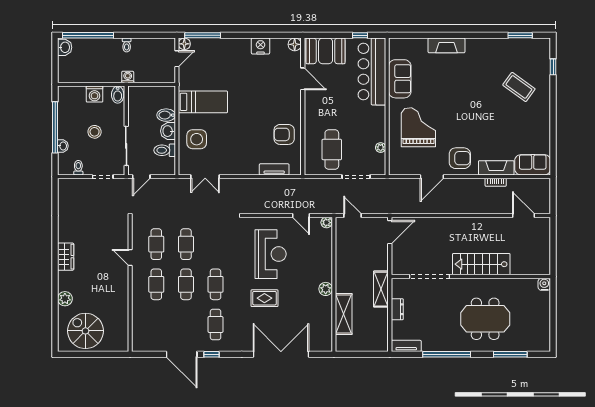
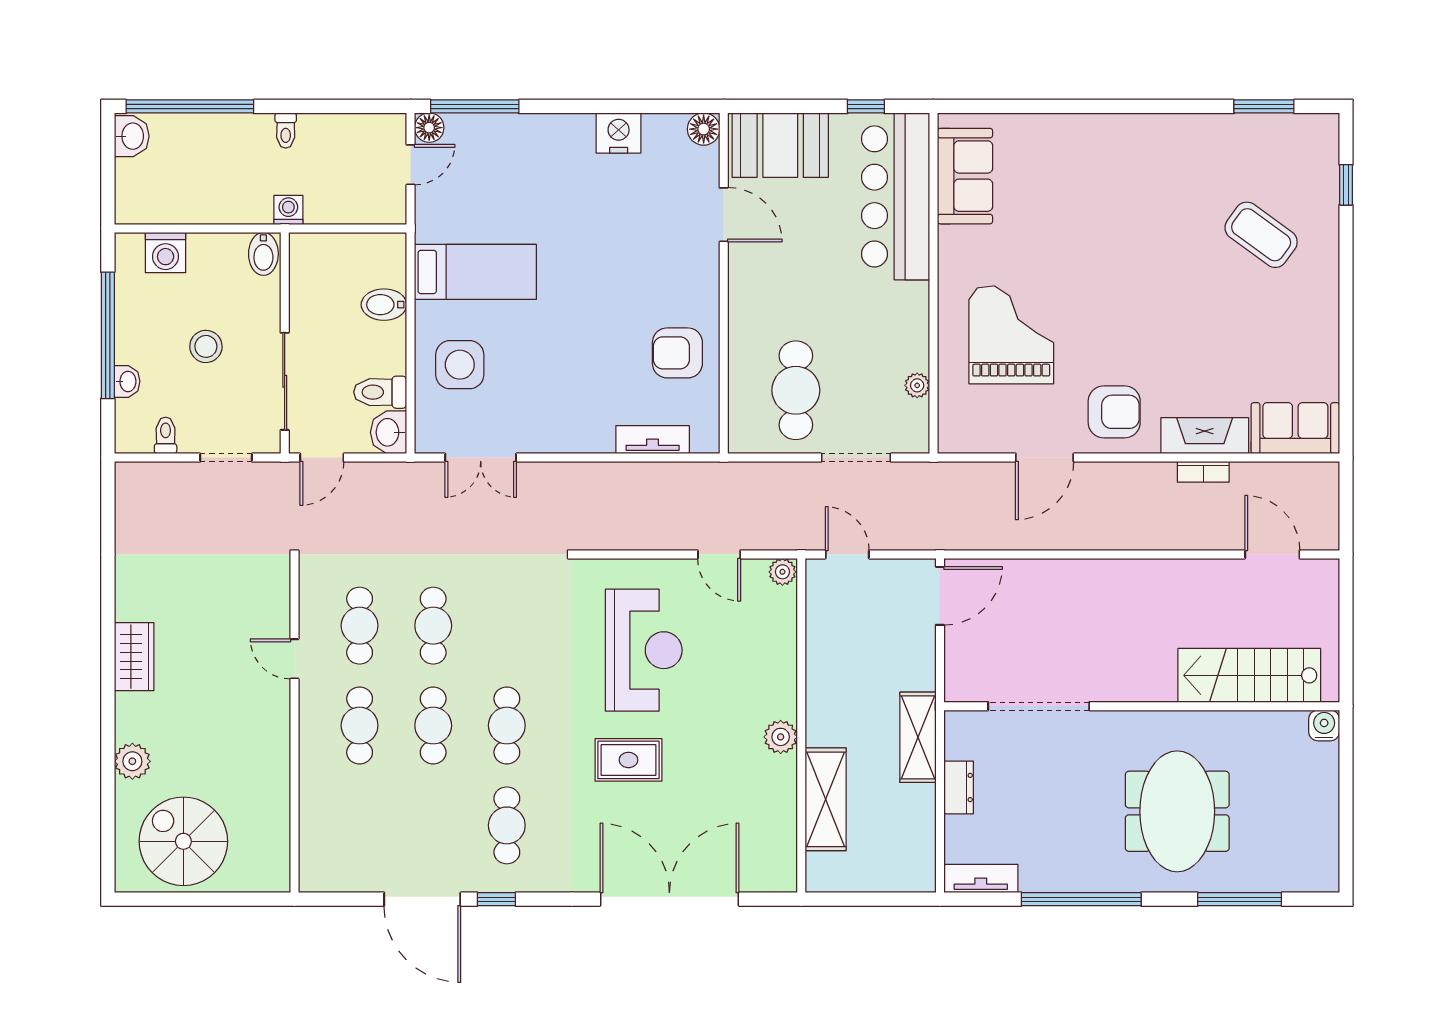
fireplace: (446, 45) -> (1081, 132), removed
sofa: (400, 79) -> (965, 176), moved
washing machine: (95, 94) -> (166, 253), moved
washbasin: (168, 131) -> (389, 432), moved
stairs: (481, 264) -> (1249, 675), moved
meeting table: (485, 319) -> (1177, 811), turned 90

